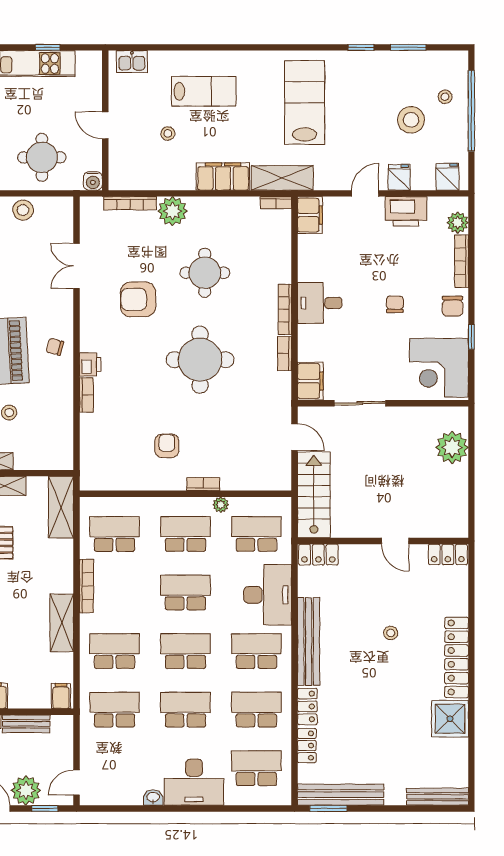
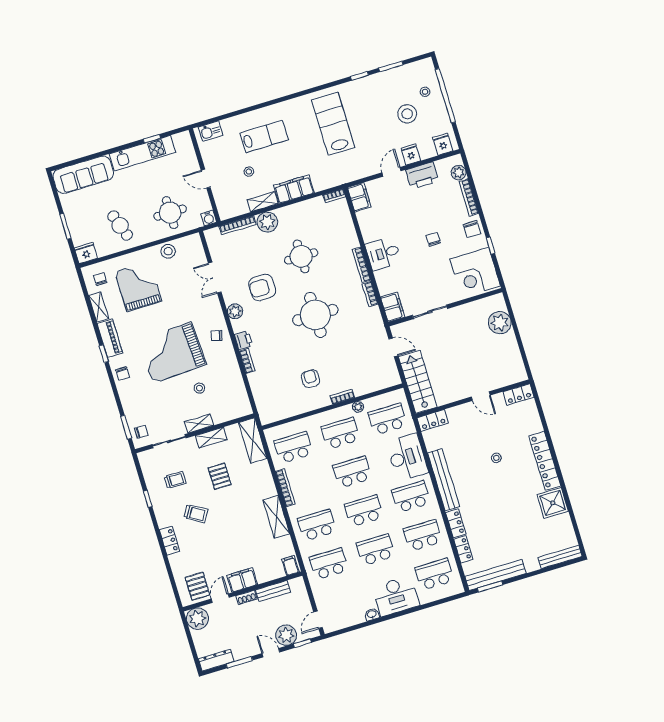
shelving: (282, 178) -> (263, 202), moved, width x0.67, depth x0.75
plant: (90, 321) -> (235, 311), added

